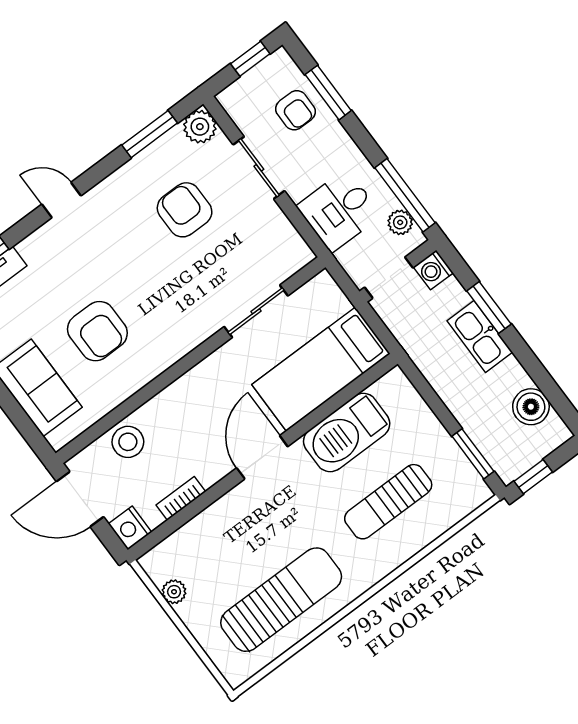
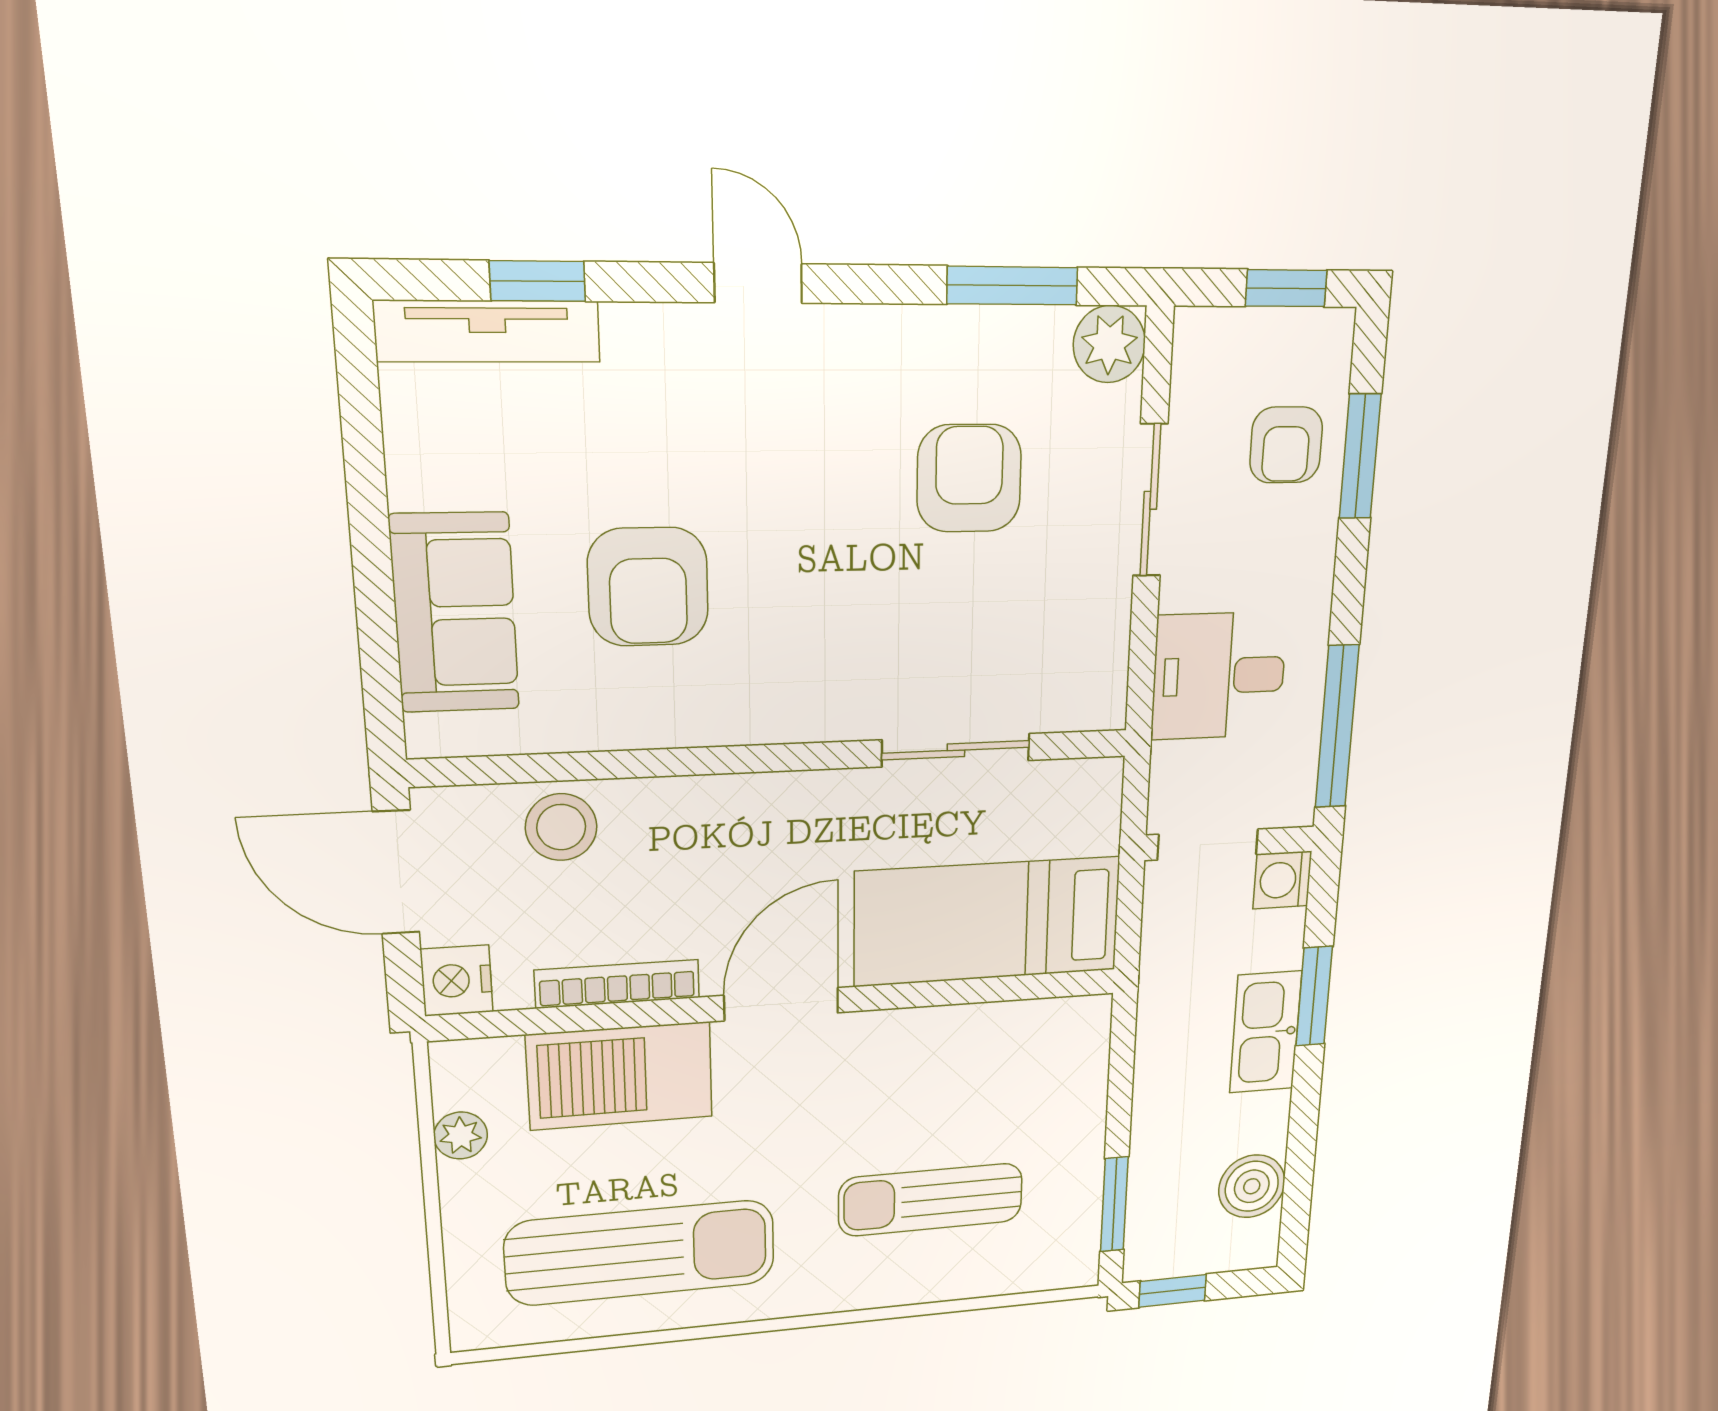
plant: (400, 222) -> (1295, 766), removed
barbecue: (347, 432) -> (620, 1076), moved
bookcase: (181, 498) -> (617, 984), width x1.56

